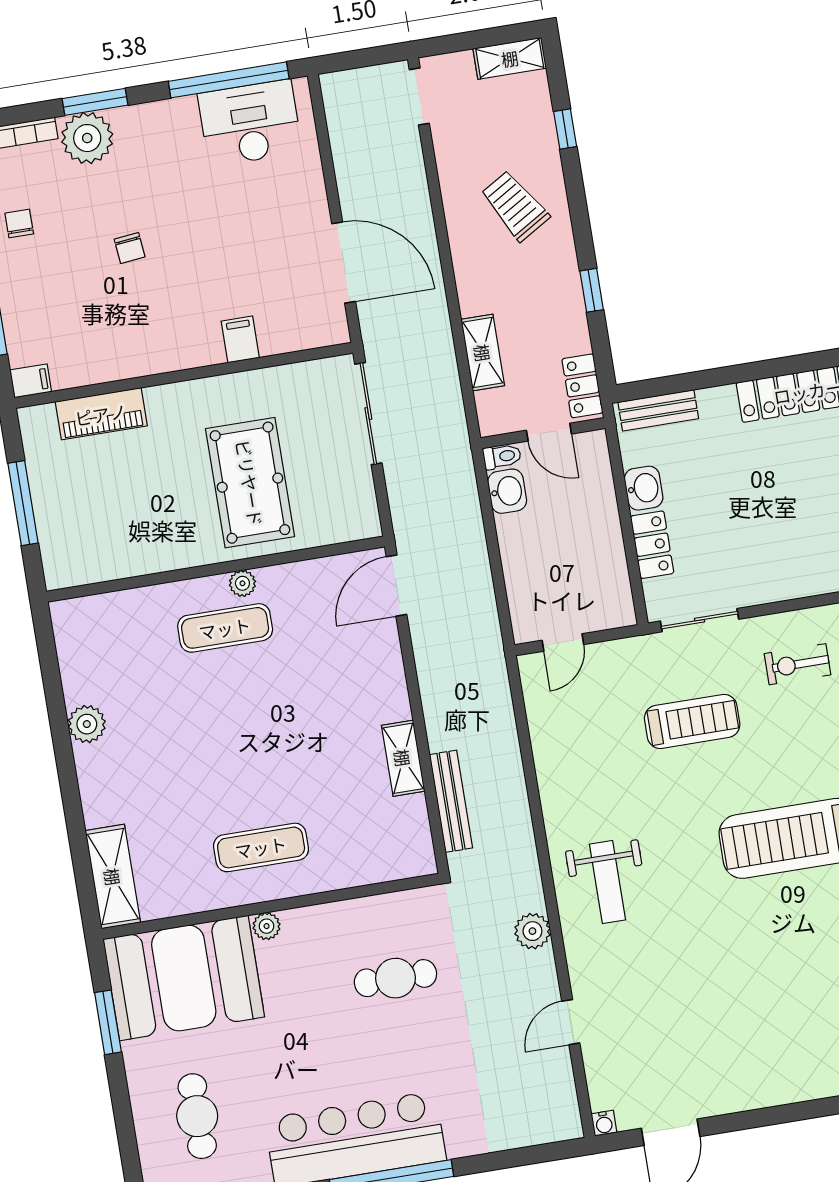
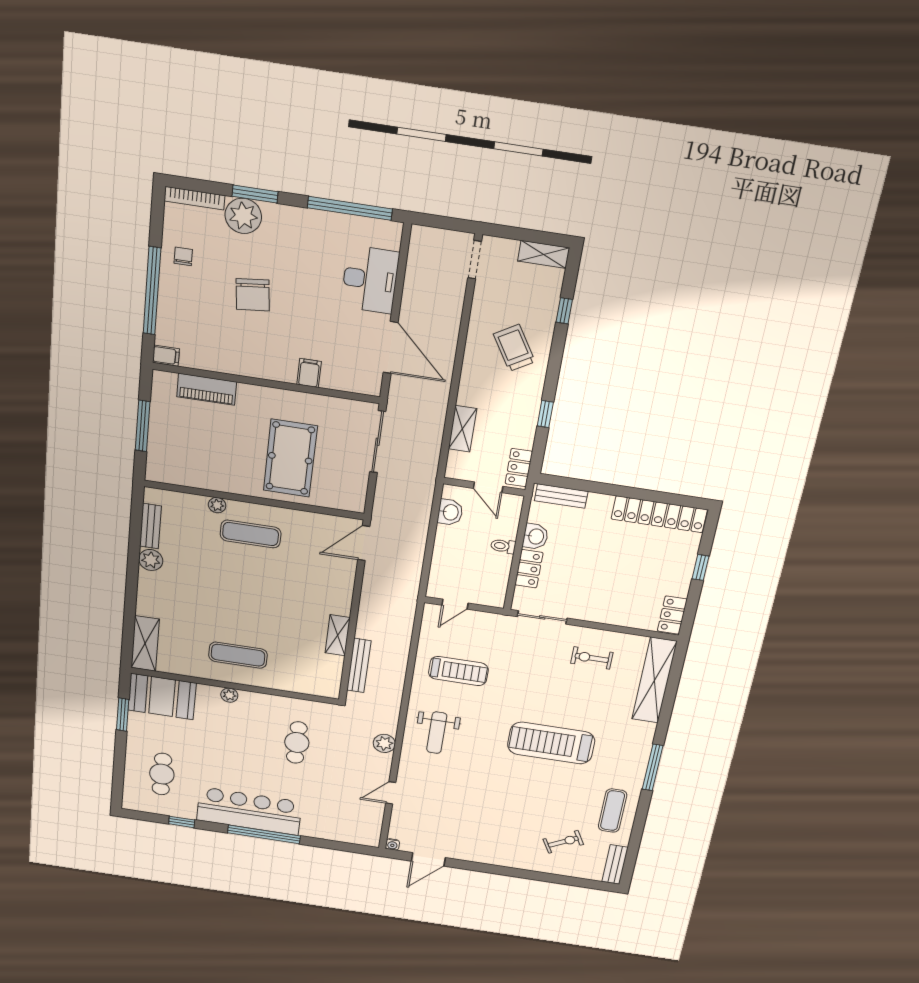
desk: (250, 123) -> (370, 280), moved, turned 90
chair: (130, 248) -> (253, 295), width x1.87, depth x1.87
toilet: (502, 456) -> (503, 546), moved, turned 180
plant: (242, 583) -> (217, 505), moved
bench: (73, 666) -> (150, 526), added
treadmill: (692, 721) -> (458, 671), moved
booth: (184, 978) -> (162, 697), width x0.73, depth x0.70
cafe table: (395, 978) -> (297, 742), turned 90

